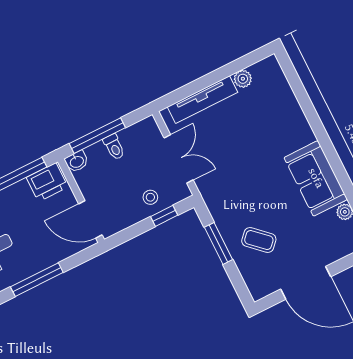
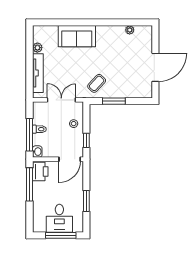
sofa: (316, 178) -> (77, 36), moved
window: (164, 216) -> (86, 140), moved
coffee table: (259, 240) -> (97, 83), moved
window: (37, 280) -> (86, 201), width x0.69

